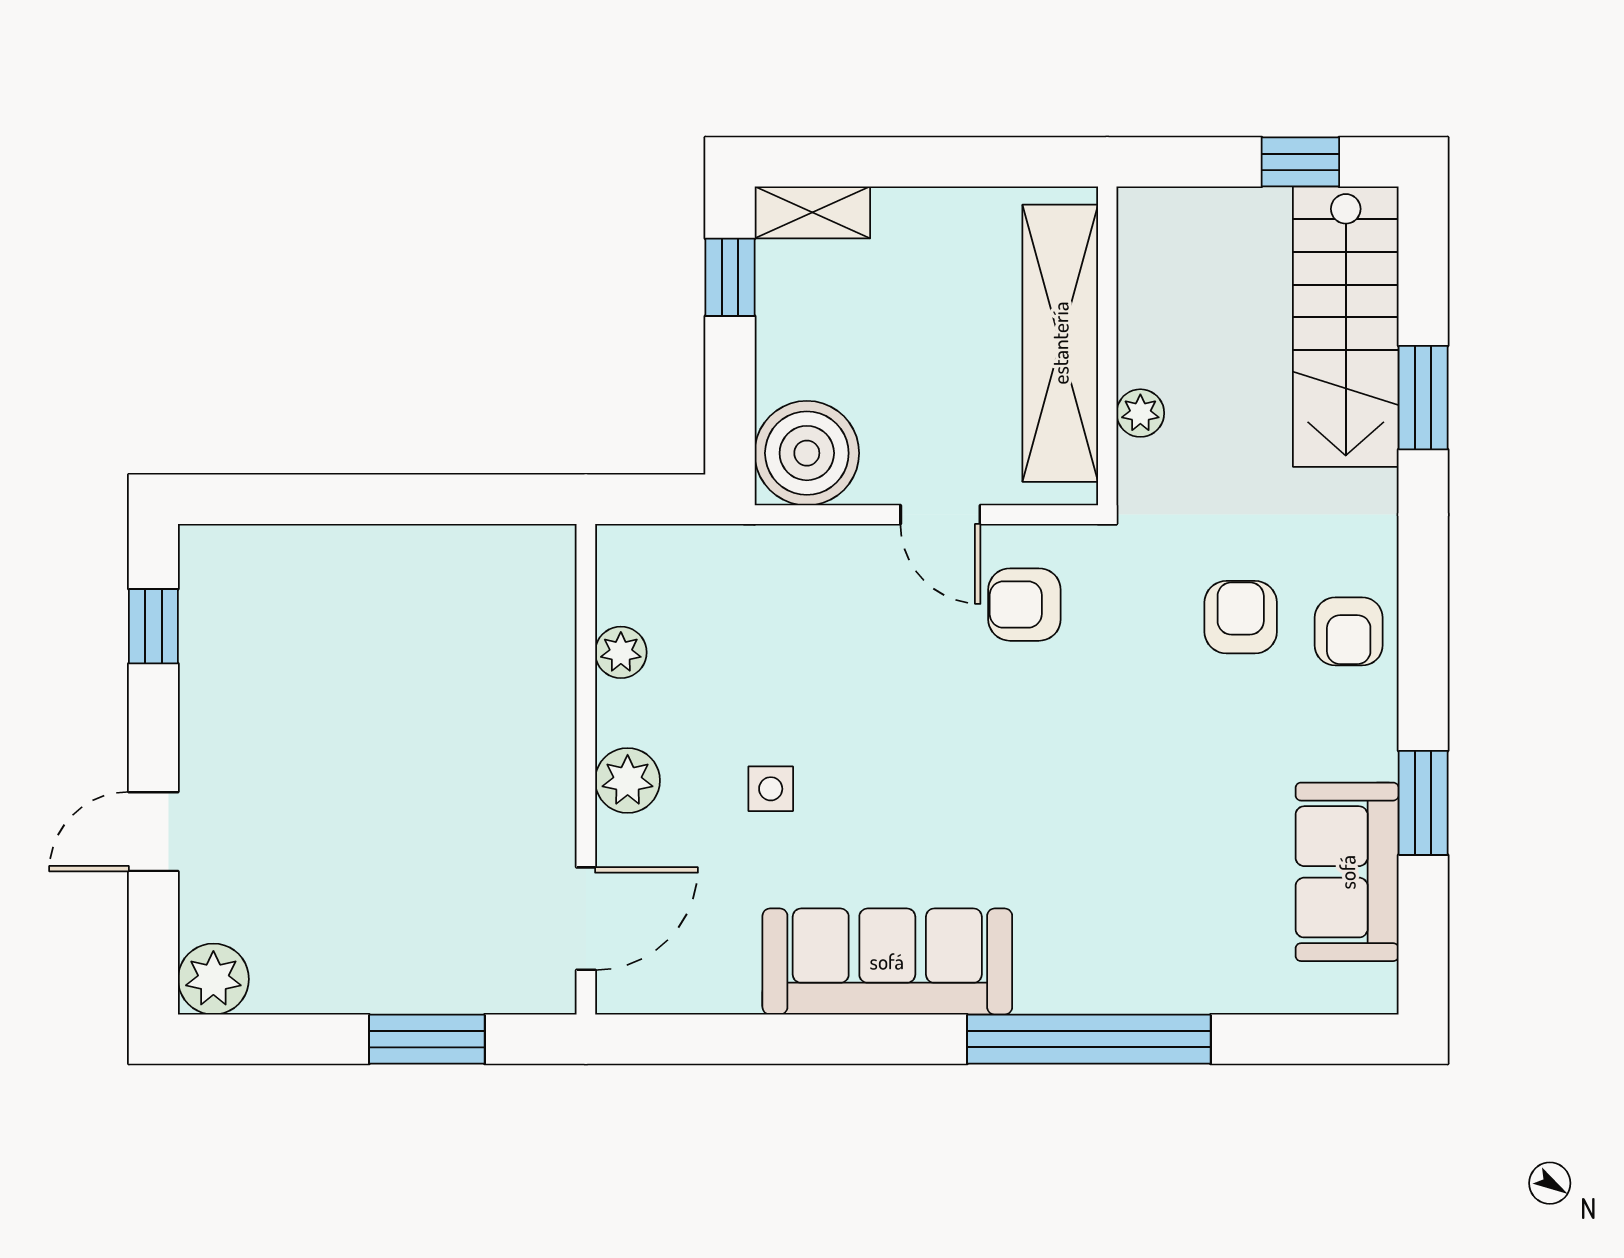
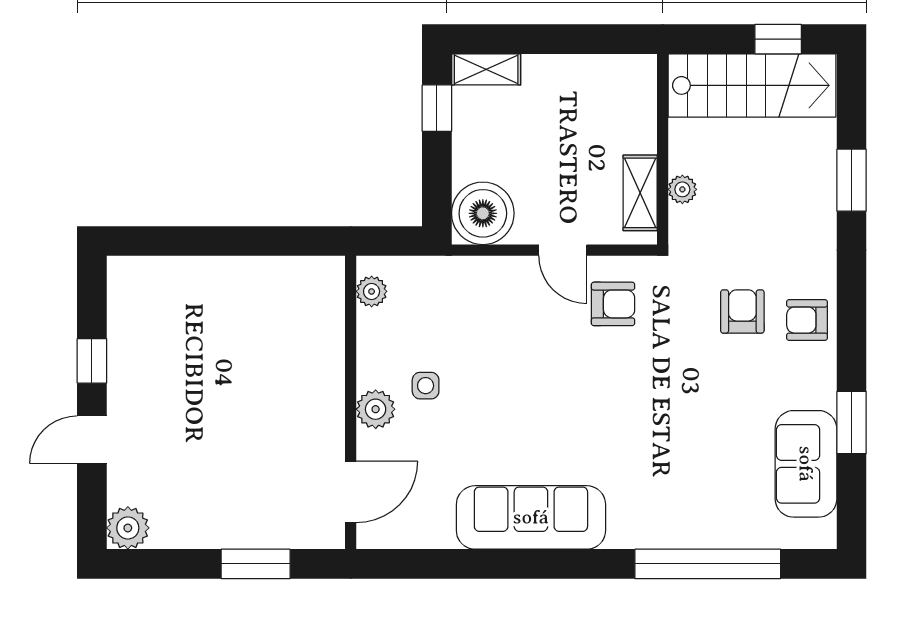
stairs: (1346, 327) -> (752, 85), moved, turned -90
shelving: (1060, 343) -> (640, 193), width x0.45, depth x0.75
armchair: (1024, 605) -> (613, 304), turned 180
window: (153, 626) -> (92, 361), moved
armchair: (1349, 631) -> (807, 320), turned 90
plant: (621, 652) -> (372, 291), moved
side table: (771, 789) -> (426, 386), moved
window: (1089, 1039) -> (708, 564), moved

